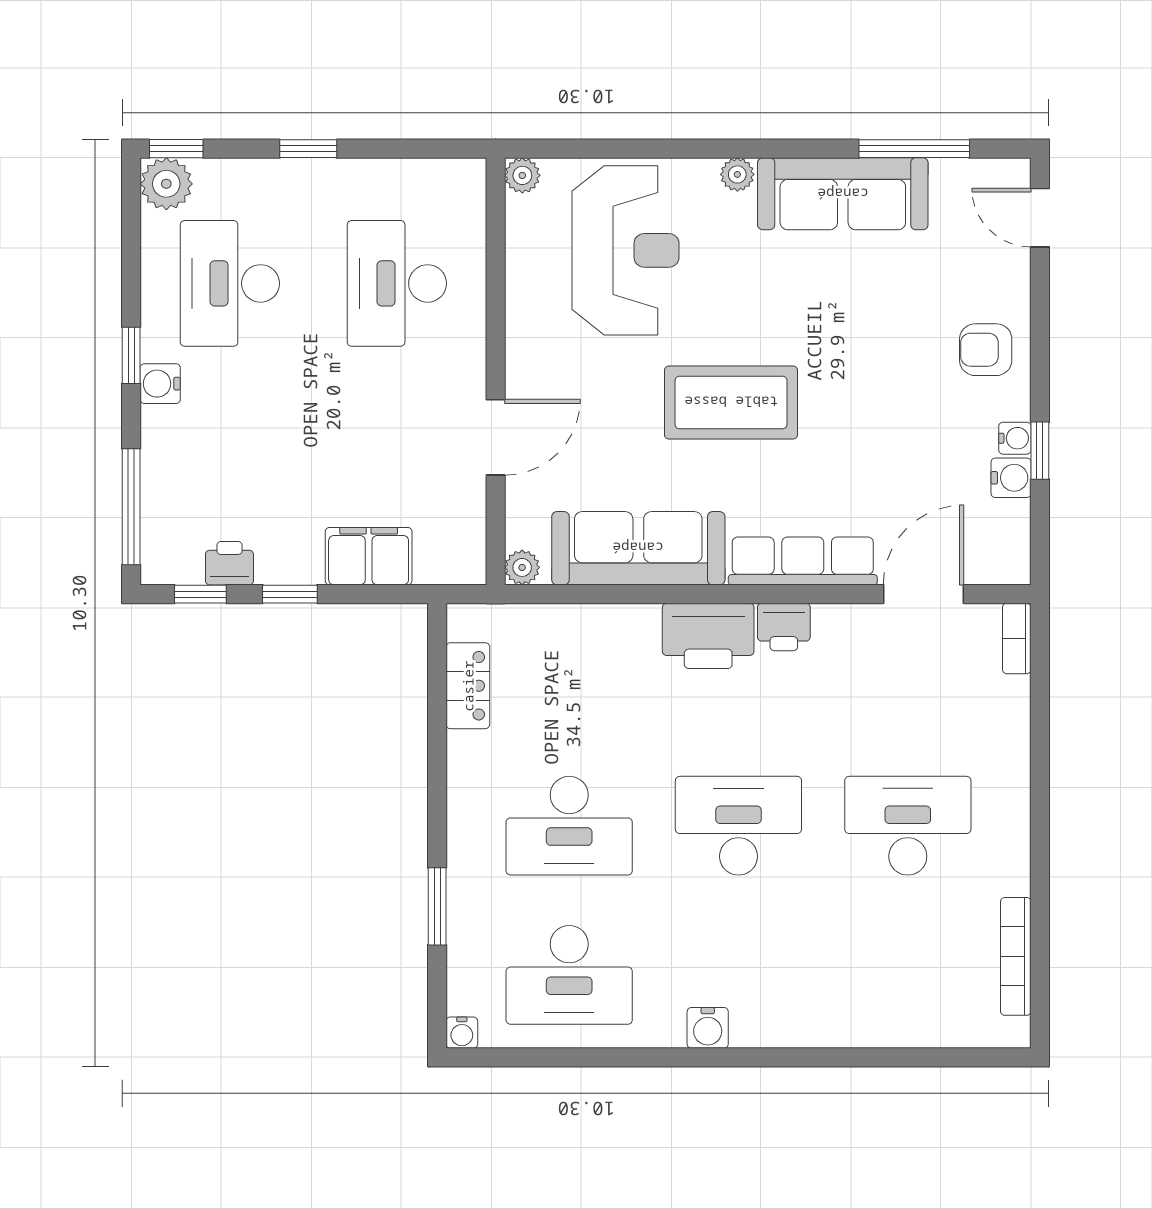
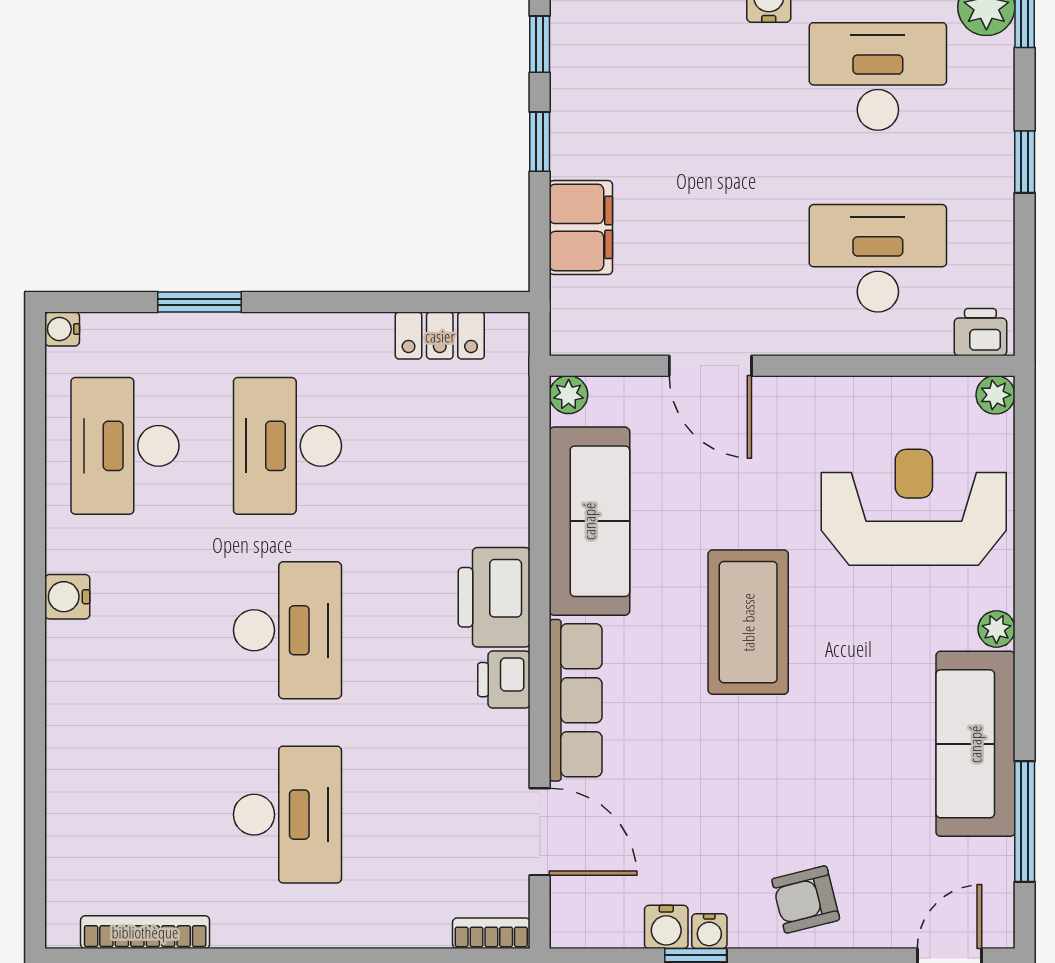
reception desk: (626, 250) -> (914, 507), turned 180
armchair: (986, 350) -> (806, 899), turned -104
printer: (229, 563) -> (980, 332), moved, turned -90

